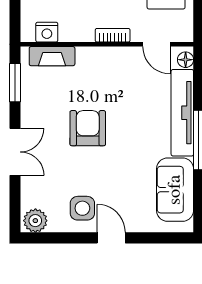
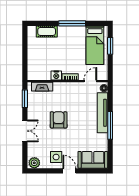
nightstand: (47, 32) -> (56, 75), moved
door: (156, 44) -> (90, 81), swing flipped
sofa: (175, 190) -> (93, 160), moved, turned 90

